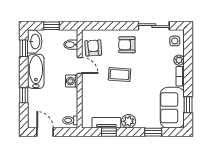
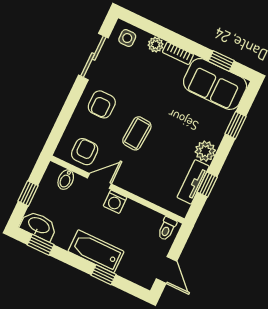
armchair: (93, 48) -> (85, 152), turned 94
bathtub: (36, 71) -> (96, 251), moved
door: (45, 132) -> (166, 270), swing flipped

